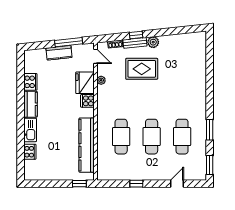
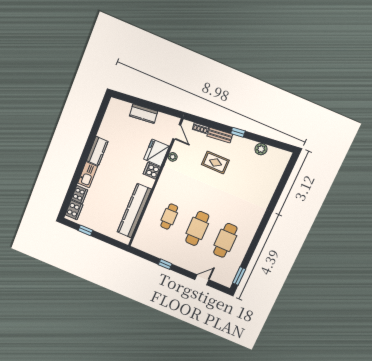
window: (136, 35) -> (238, 132), moved
window: (69, 42) -> (157, 107), removed
plant: (153, 42) -> (261, 149), moved
rug: (142, 69) -> (215, 162), width x0.73, depth x0.70
cooker: (30, 82) -> (74, 210), moved
window: (210, 130) -> (253, 245), removed
cafe table: (121, 137) -> (169, 217), width x0.73, depth x0.74
window: (79, 184) -> (85, 230), moved

